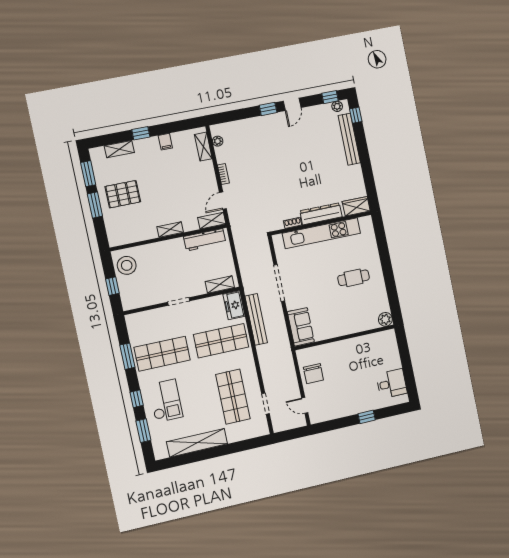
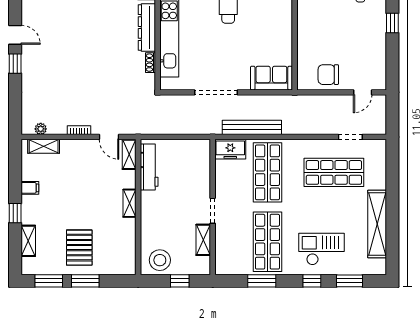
shelving: (220, 285) -> (203, 240), moved
chair: (313, 374) -> (328, 75), turned 180

